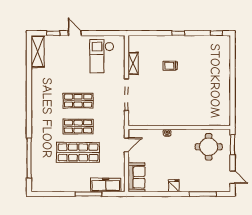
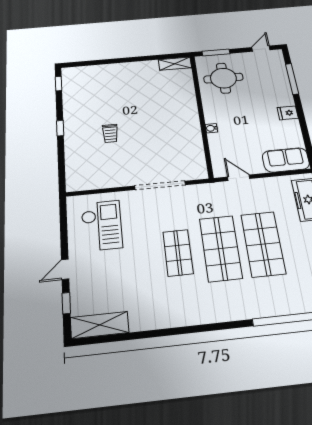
checkout: (102, 56) -> (102, 225), turned -90
shelving: (133, 63) -> (175, 64), moved
shop shelf: (78, 127) -> (221, 248), width x1.43, depth x1.36

